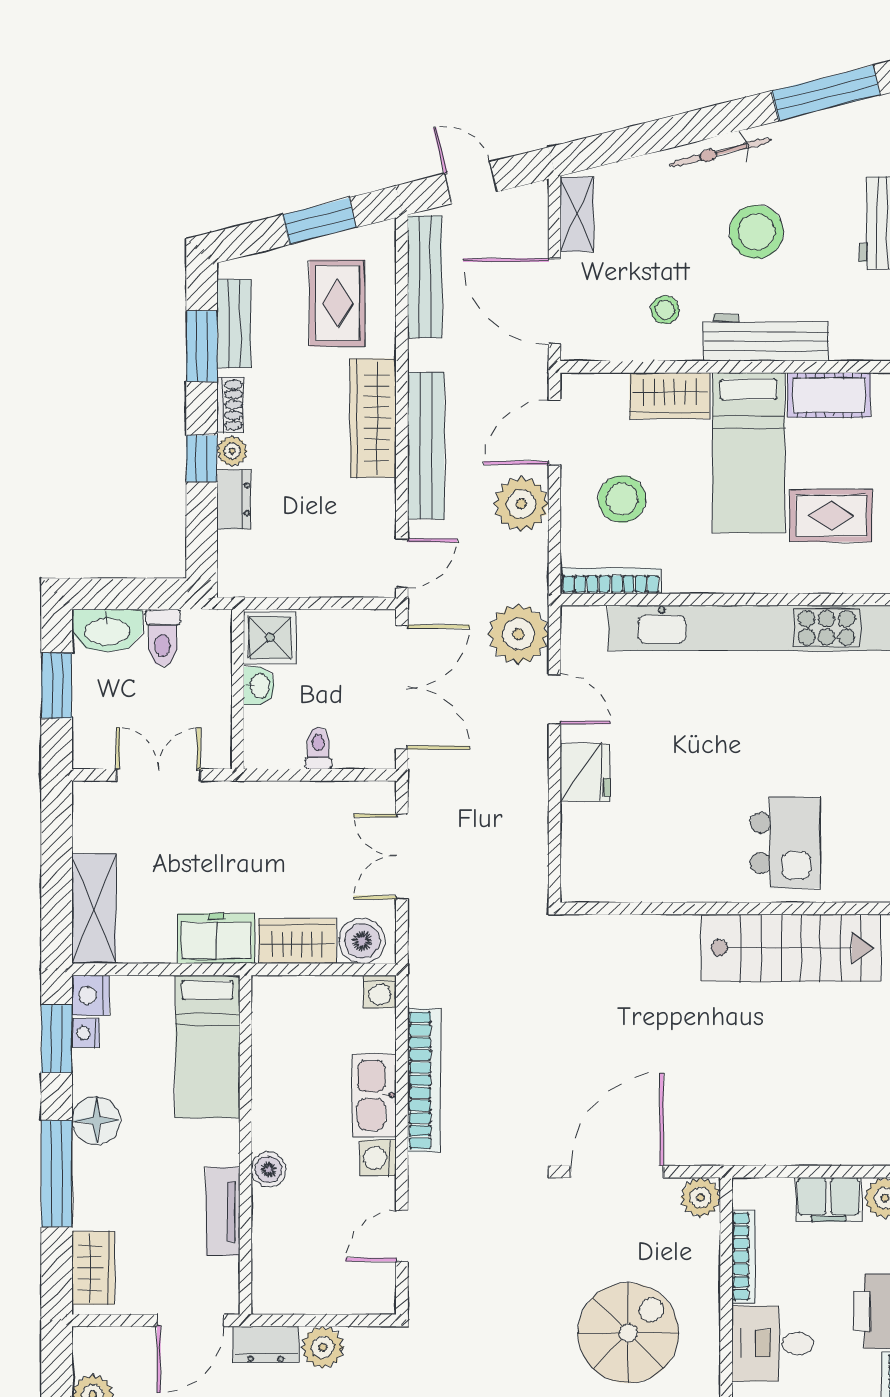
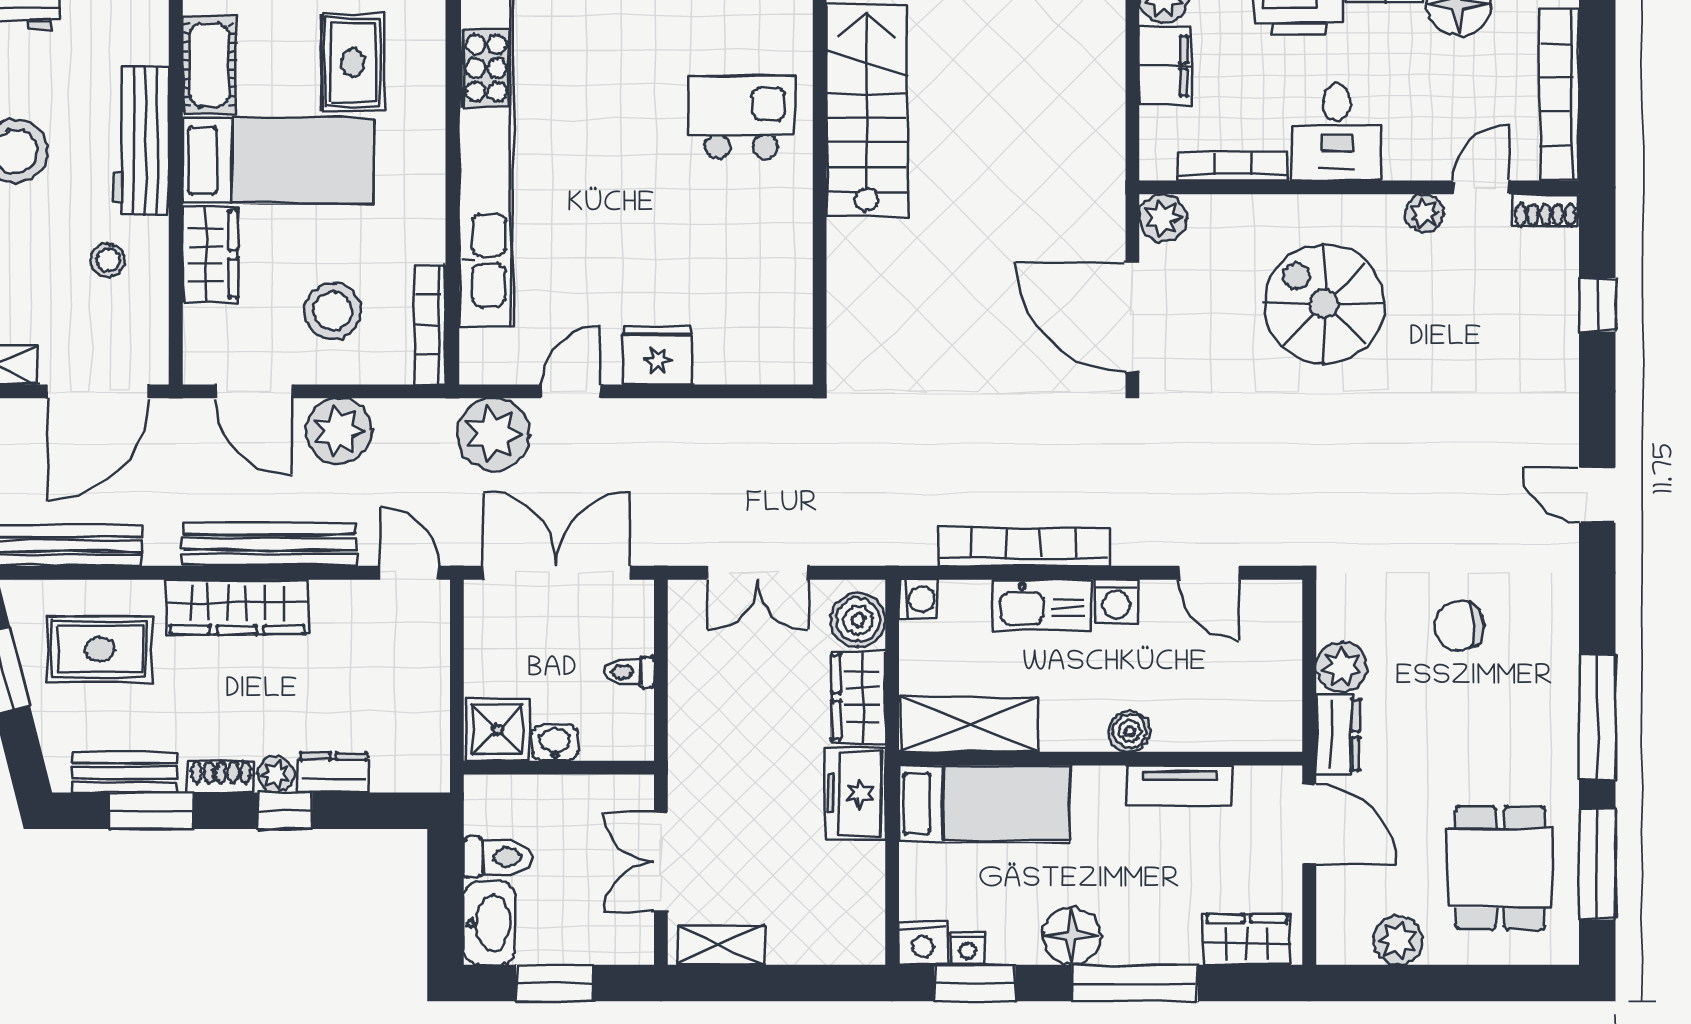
shelving: (94, 909) -> (721, 945), moved, width x0.67, depth x0.75
shelving: (274, 1034) -> (969, 724), added

